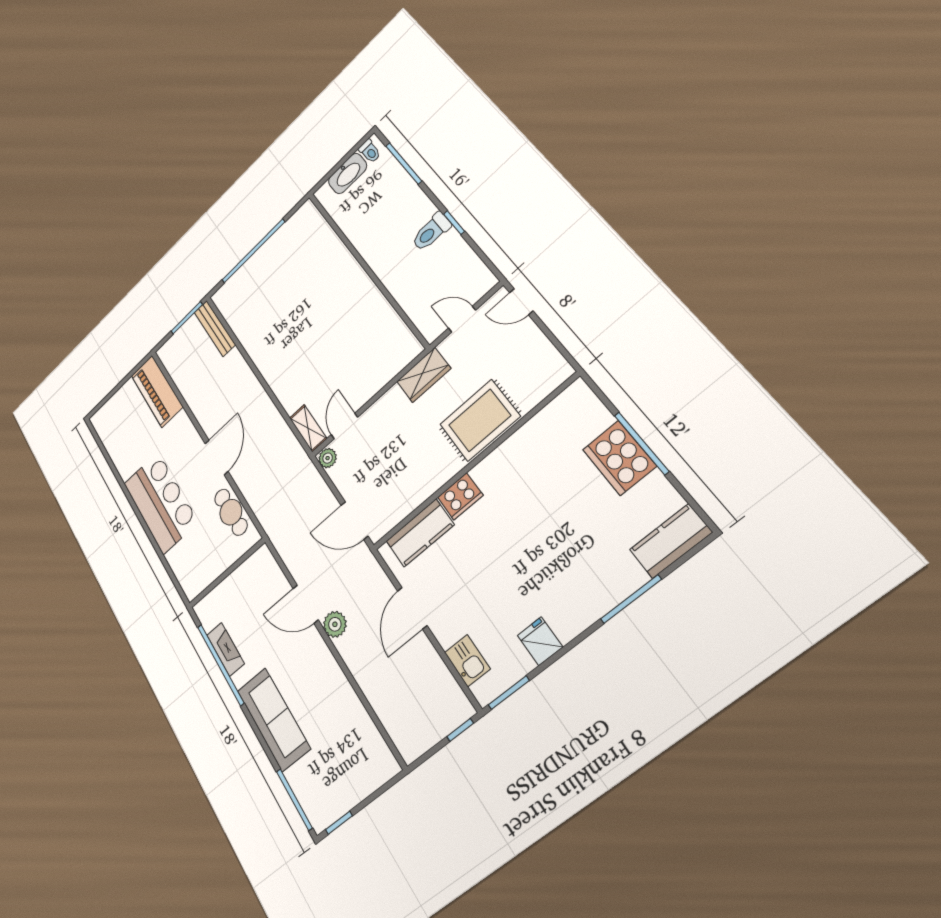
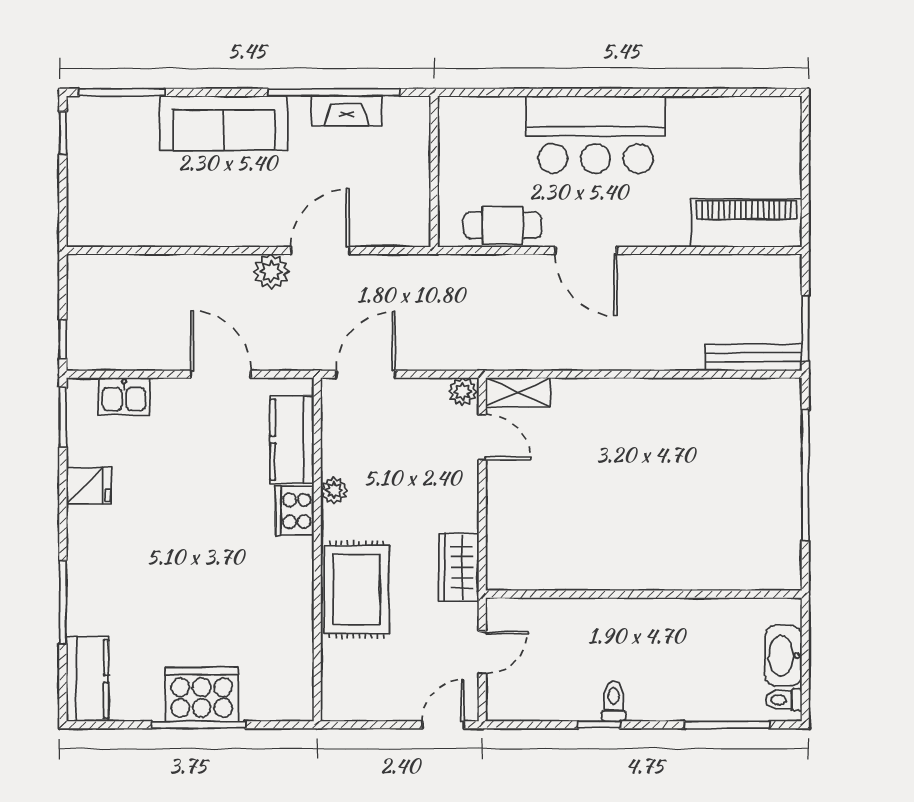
toilet: (431, 232) -> (614, 702), width x0.73, depth x0.72
plant: (432, 483) -> (334, 490), added

